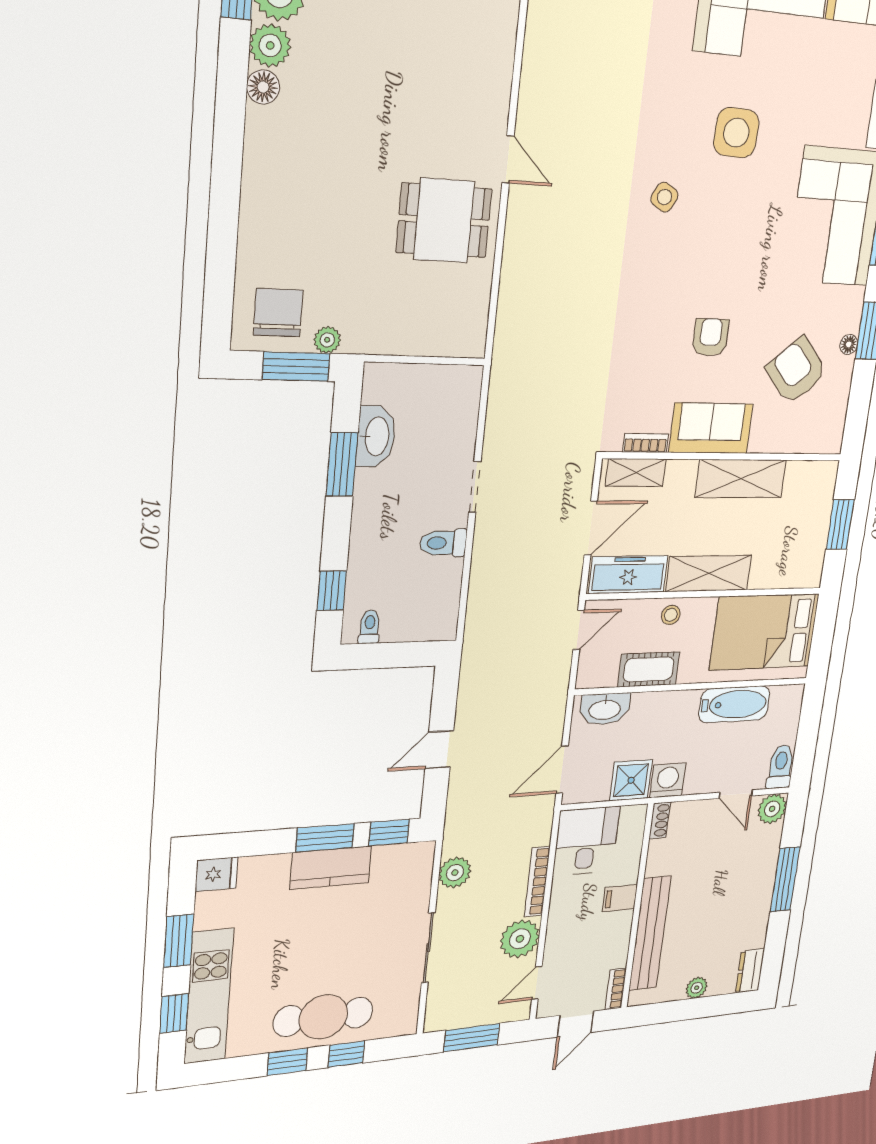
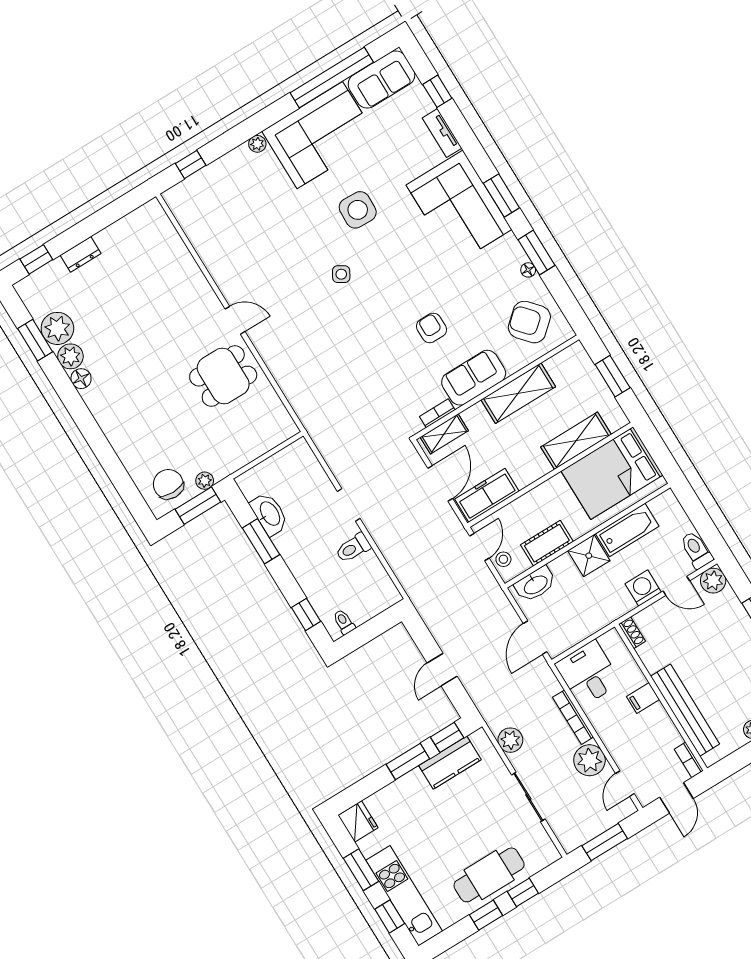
armchair: (796, 371) -> (529, 322), moved
shelving: (709, 573) -> (576, 441), moved
stool: (671, 615) -> (503, 559), moved
shower: (631, 780) -> (589, 556), moved
washing machine: (668, 780) -> (643, 588), moved
kitchen counter: (331, 868) -> (450, 763), moved
fridge: (216, 874) -> (358, 821), width x1.38

